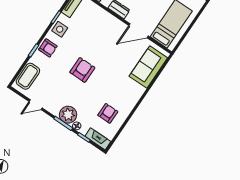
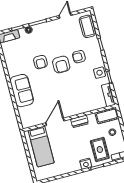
armchair: (48, 48) -> (79, 57), moved
sofa: (148, 67) -> (22, 91), moved
armchair: (108, 113) -> (40, 62), moved
plant: (68, 115) -> (41, 31), removed

